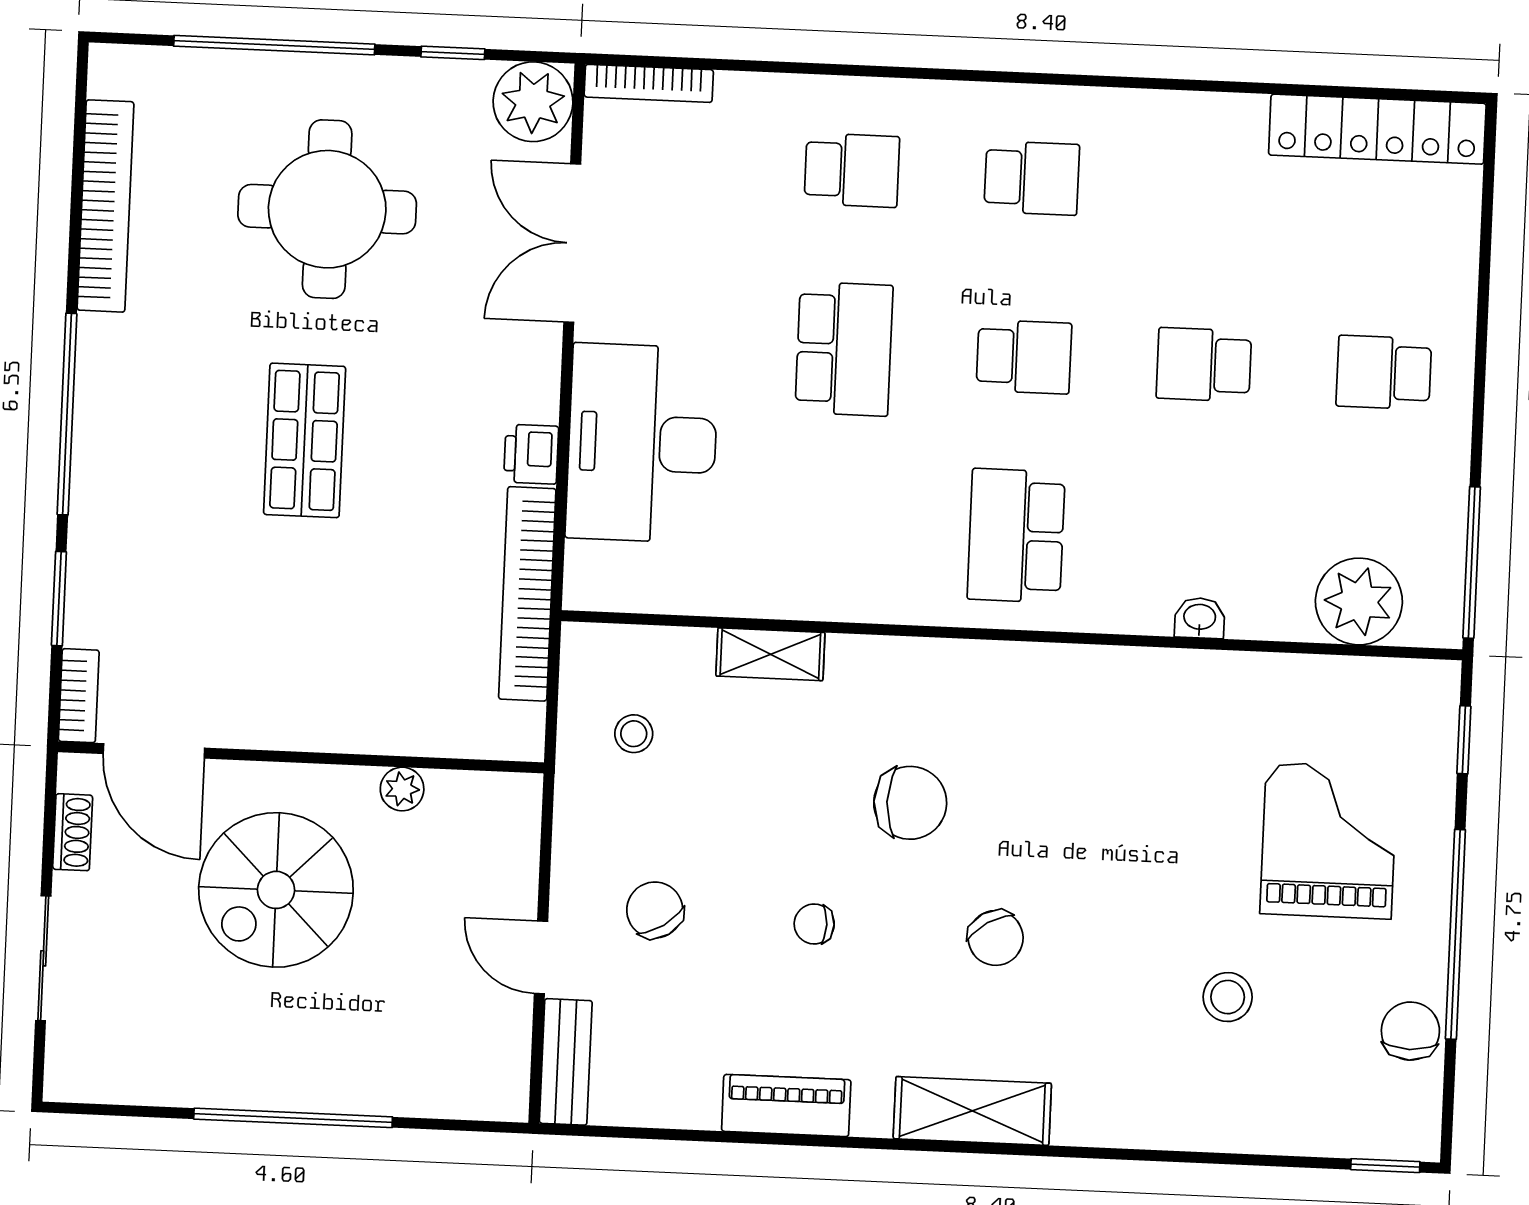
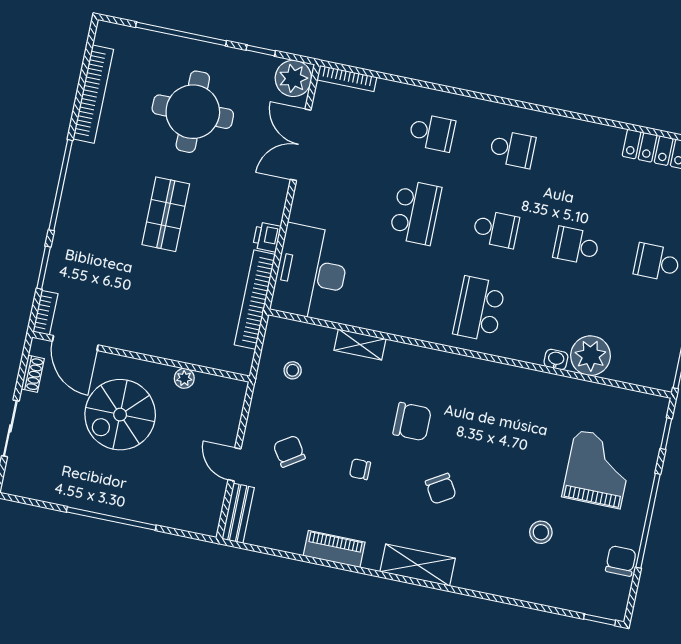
desk: (642, 443) -> (311, 272), moved
plant: (1359, 601) -> (590, 356), moved

